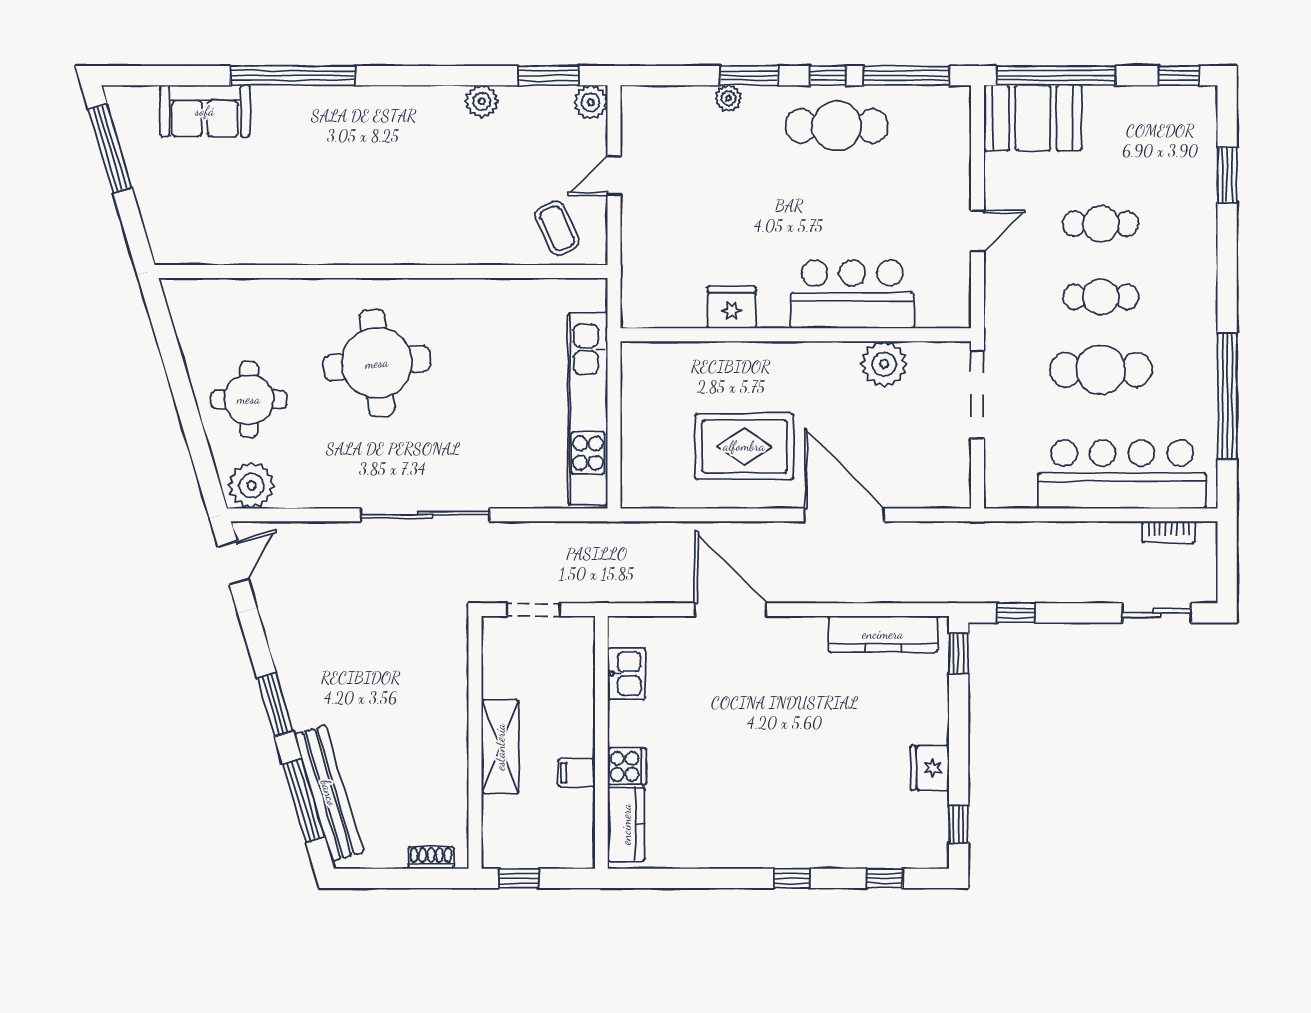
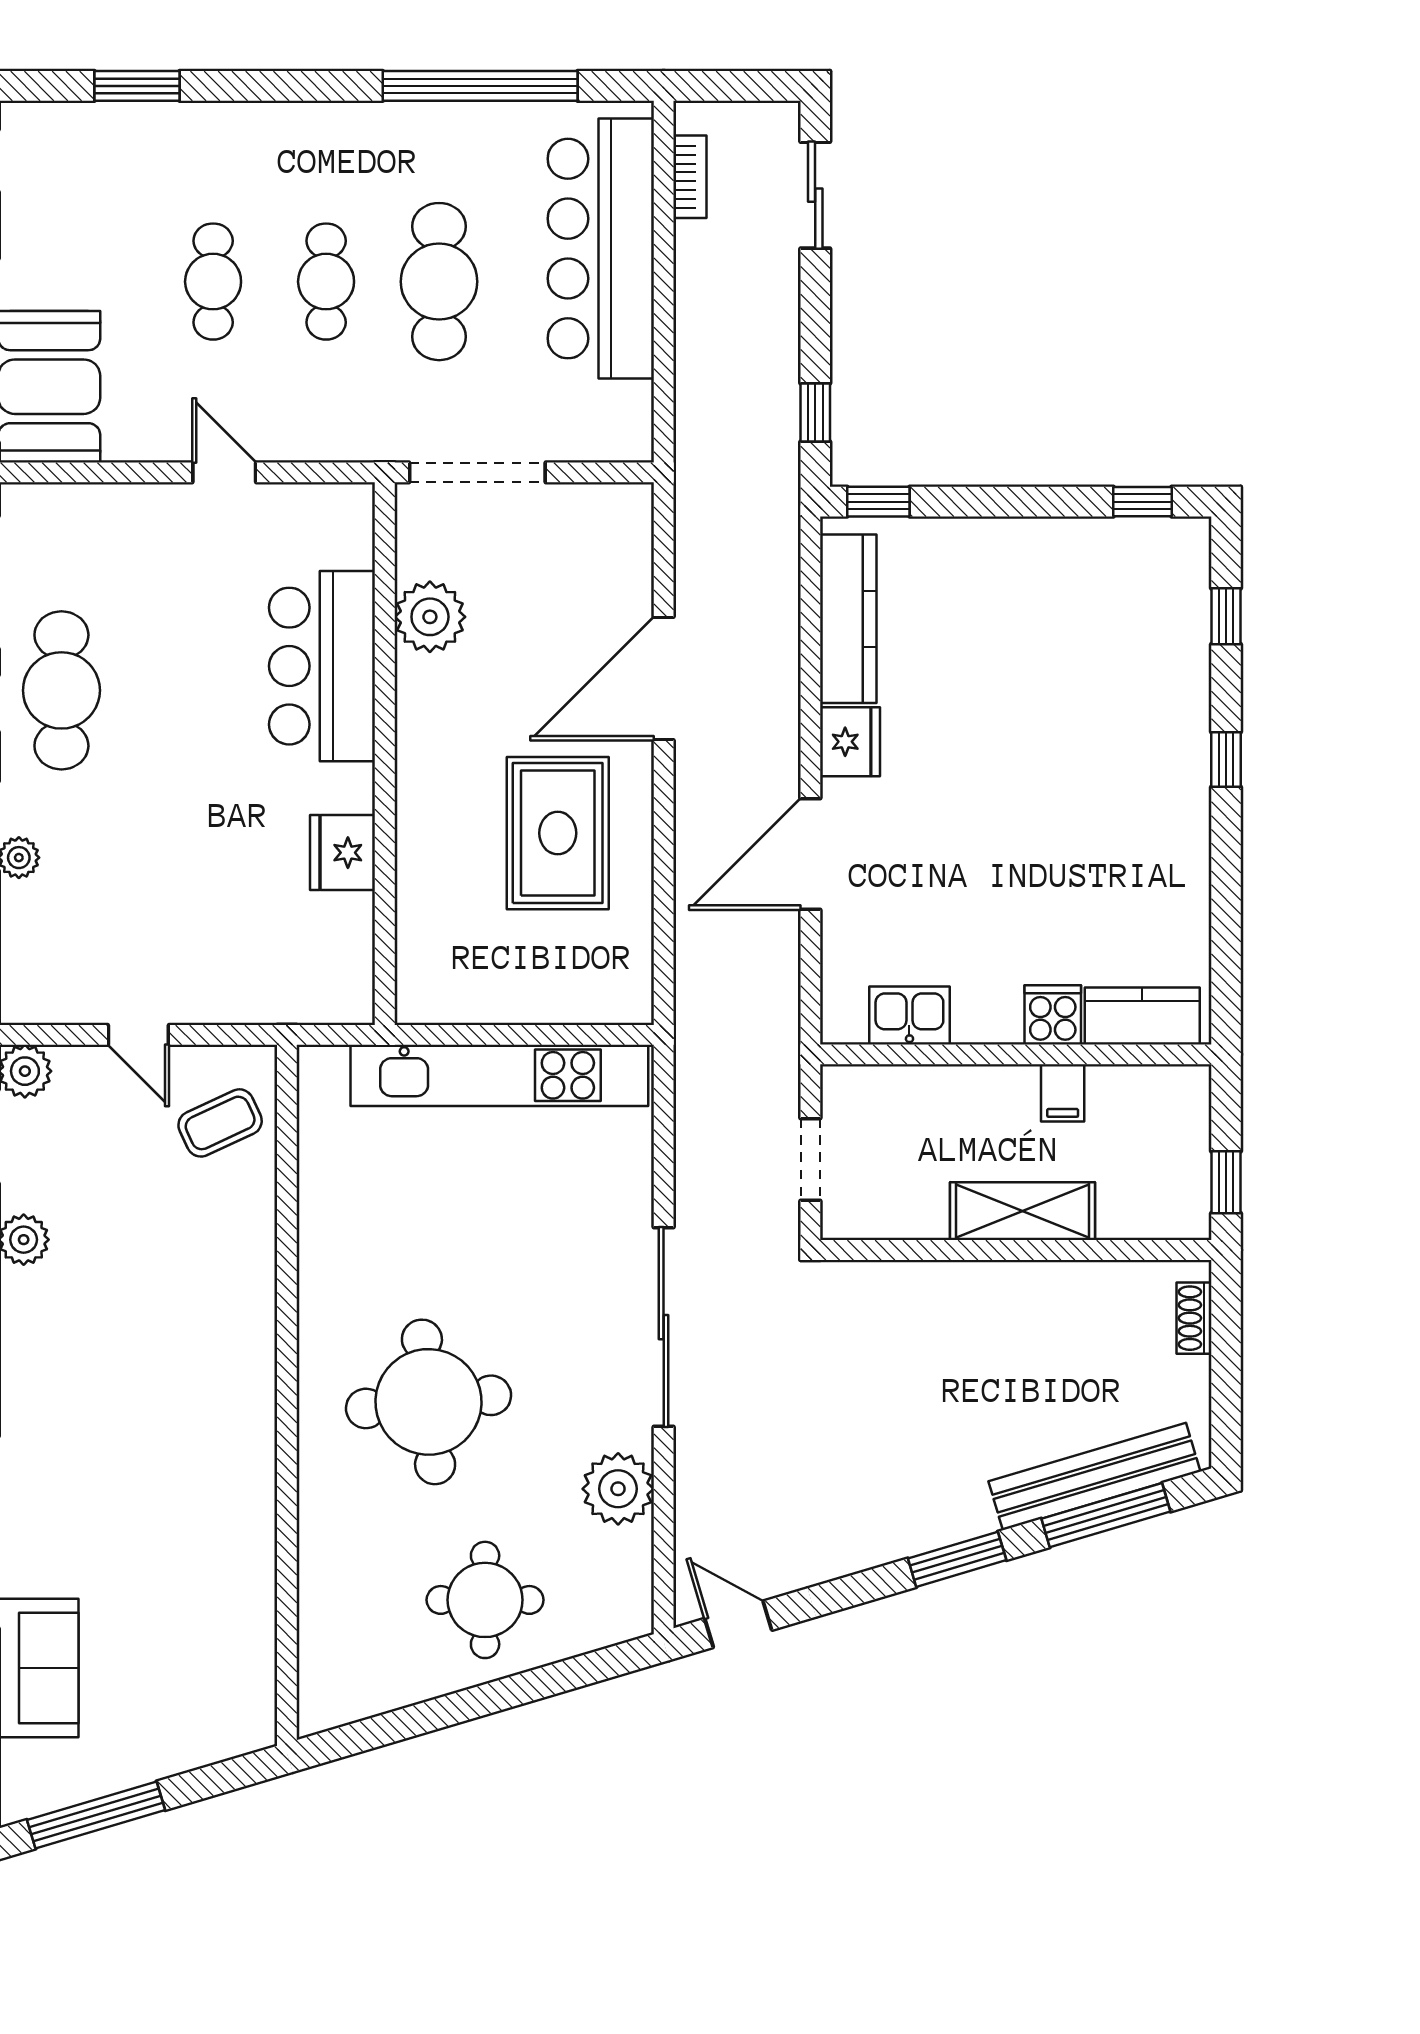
plant: (252, 485) -> (618, 1489), moved
fridge: (930, 768) -> (850, 742), moved, turned -90

